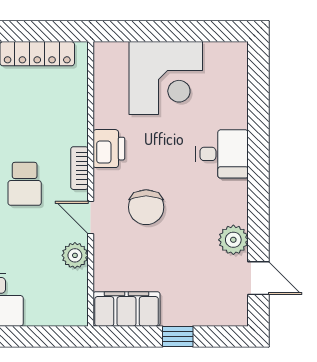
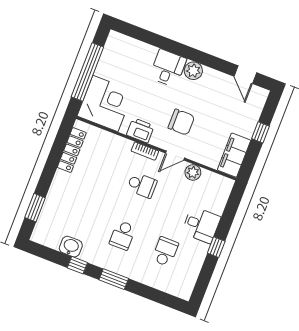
window: (168, 31) -> (87, 72), added
corner desk: (166, 78) -> (105, 103), moved
plant: (233, 240) -> (193, 71), moved
door: (258, 278) -> (245, 75), swing flipped

